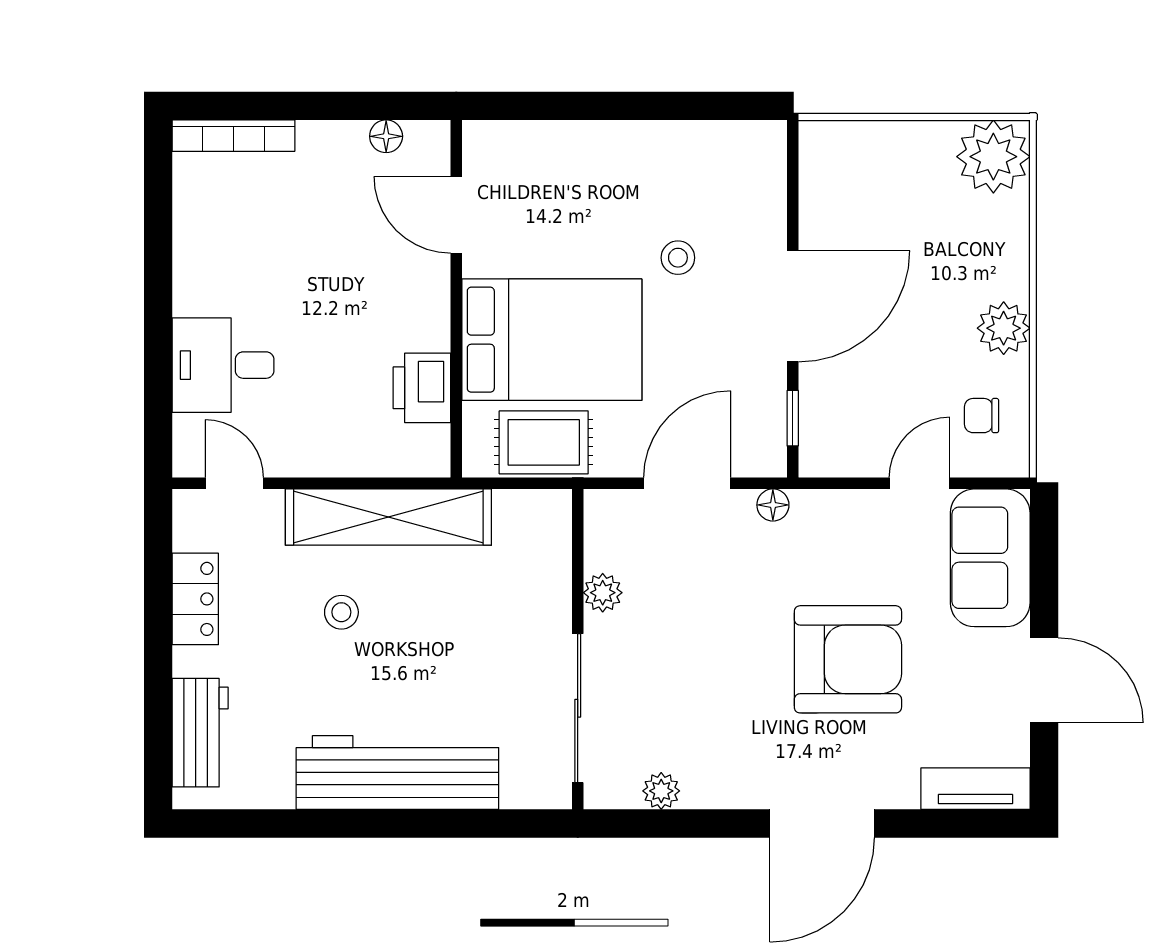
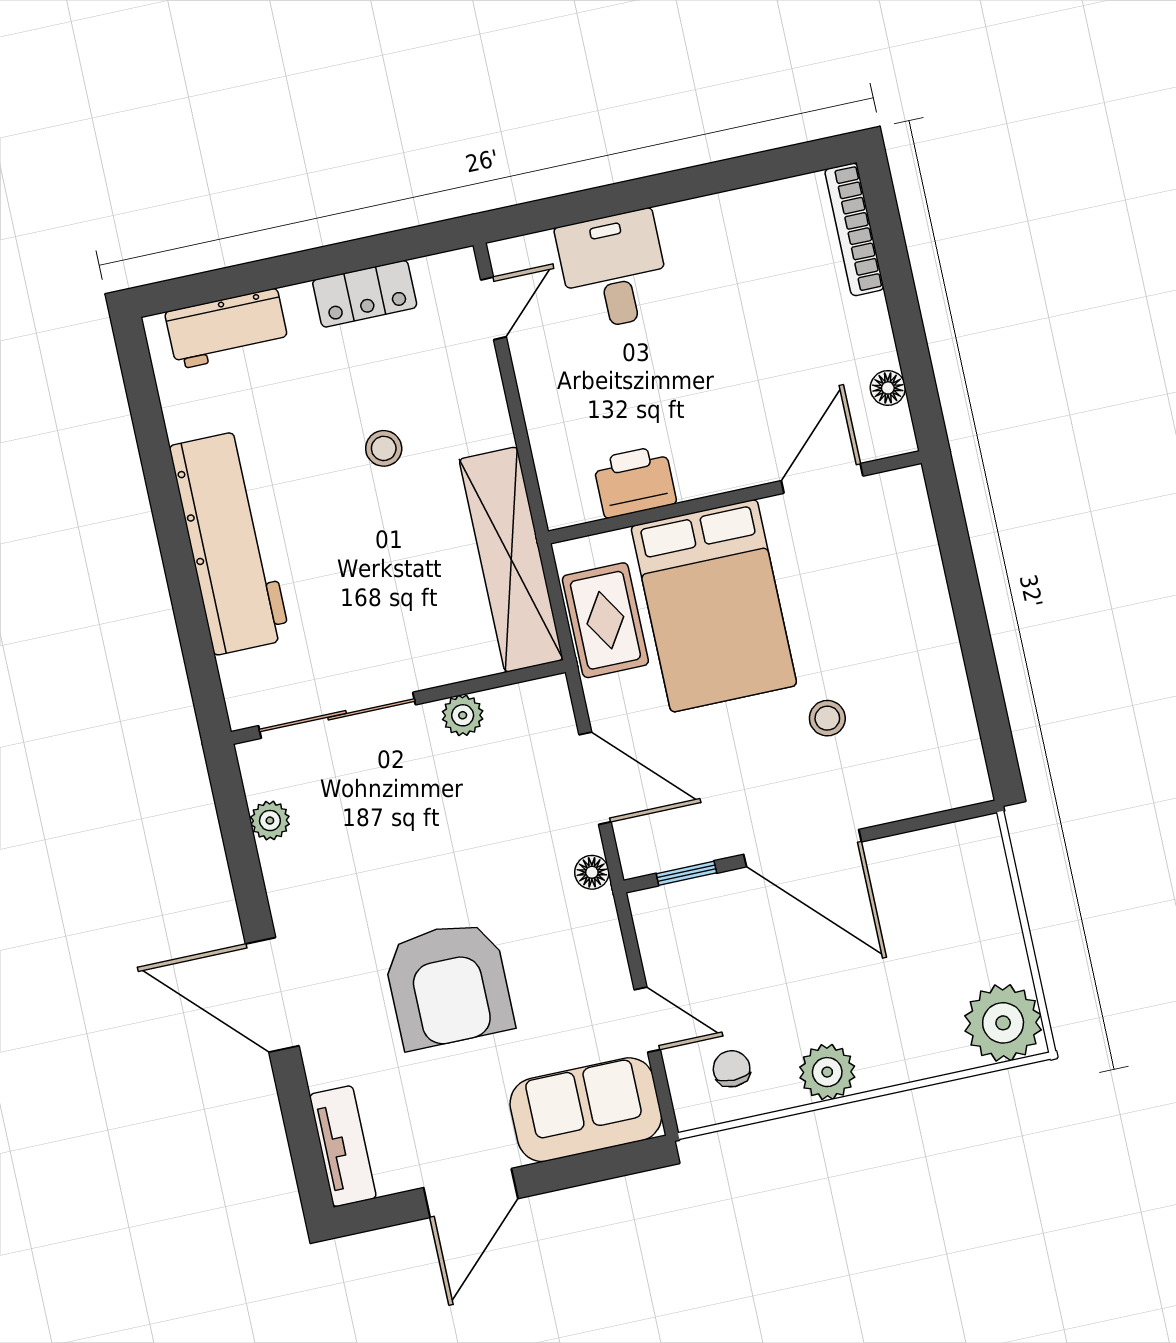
shelving: (388, 517) -> (511, 560), moved

